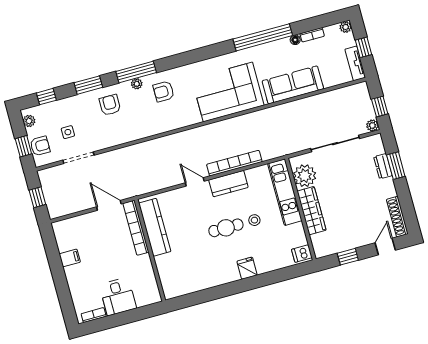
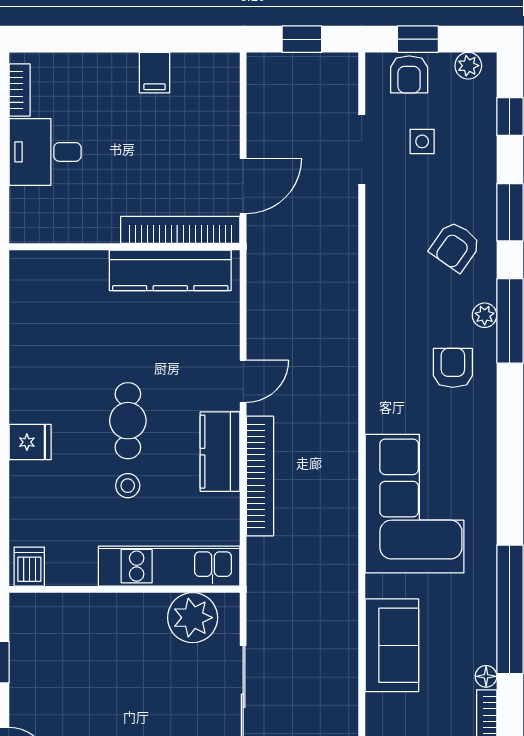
sofa: (293, 85) -> (392, 645), width x0.73
armchair: (110, 105) -> (455, 246), turned 125
wardrobe: (312, 211) -> (115, 612), removed

